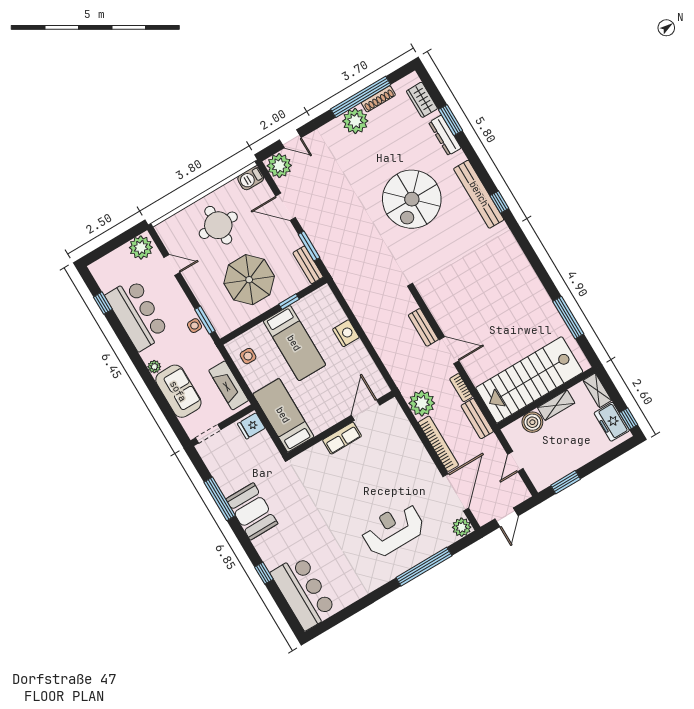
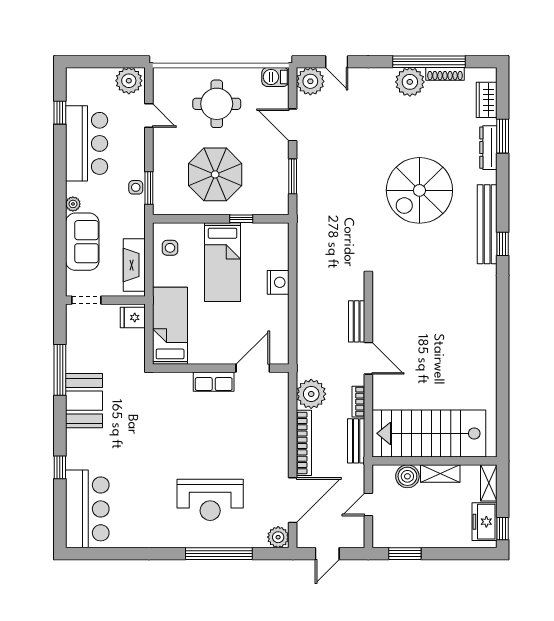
bench: (308, 265) -> (281, 194), removed
window: (568, 318) -> (503, 396), removed
reception desk: (393, 530) -> (210, 500), turned 180

